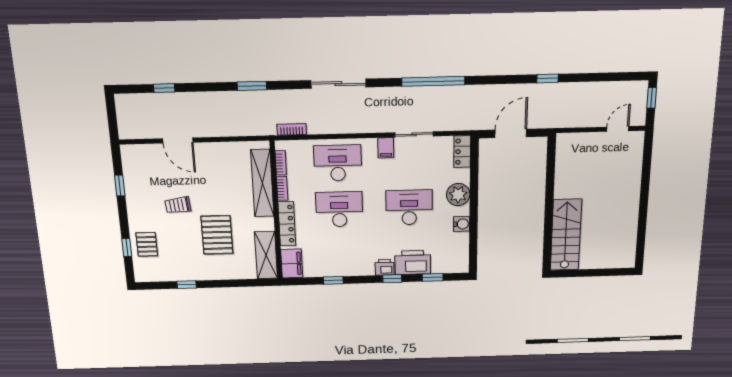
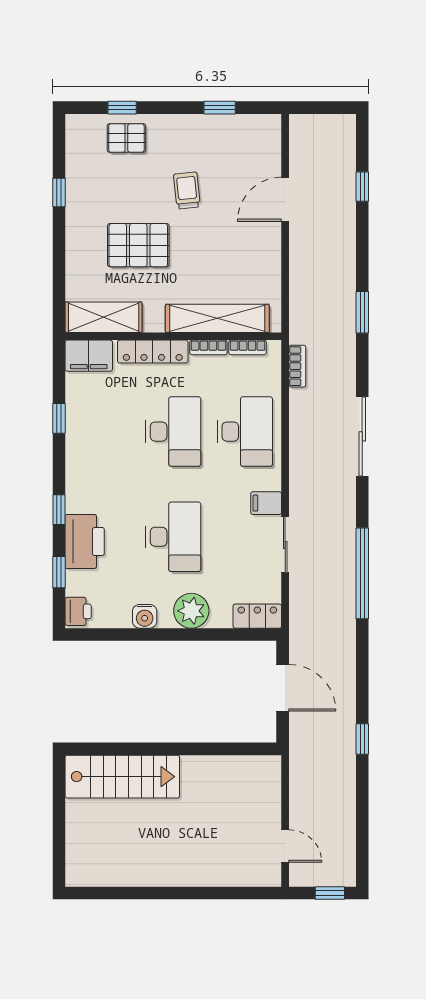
printer: (385, 267) -> (78, 611), moved

